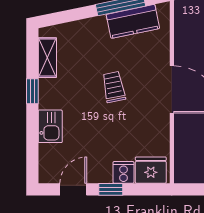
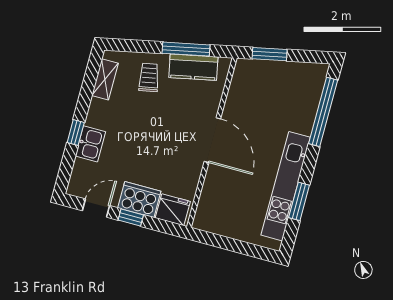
trolley: (114, 87) -> (149, 77), moved
window: (32, 91) -> (76, 132), moved
cooker: (123, 172) -> (139, 200), width x1.87, depth x1.31

